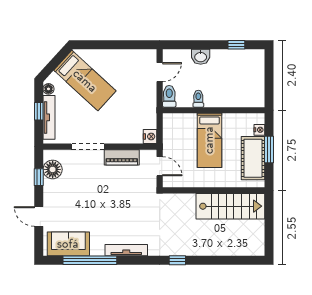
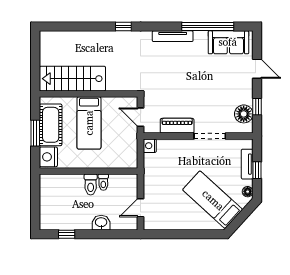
toilet: (169, 96) -> (91, 184), moved
tv unit: (49, 117) -> (247, 164), width x0.71
nightstand: (259, 130) -> (48, 157), width x1.89, depth x1.79
bed: (209, 140) -> (89, 123), moved, turned 180

